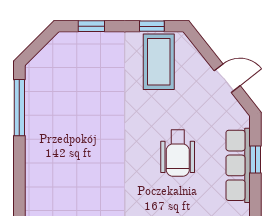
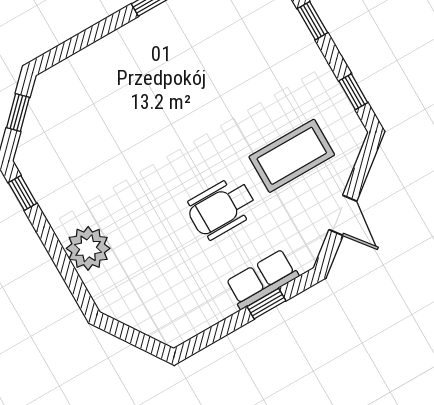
coffee table: (159, 62) -> (292, 156), moved
row of seats: (238, 165) -> (262, 279), width x0.68

